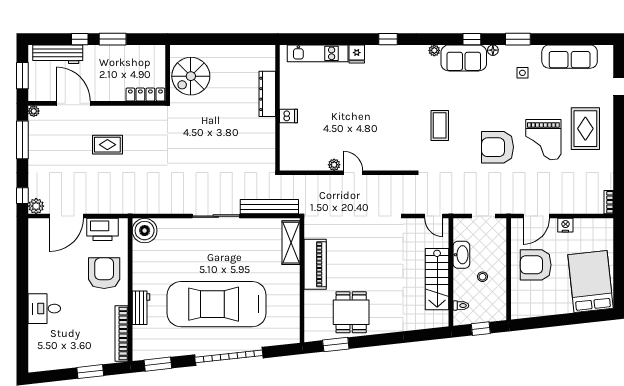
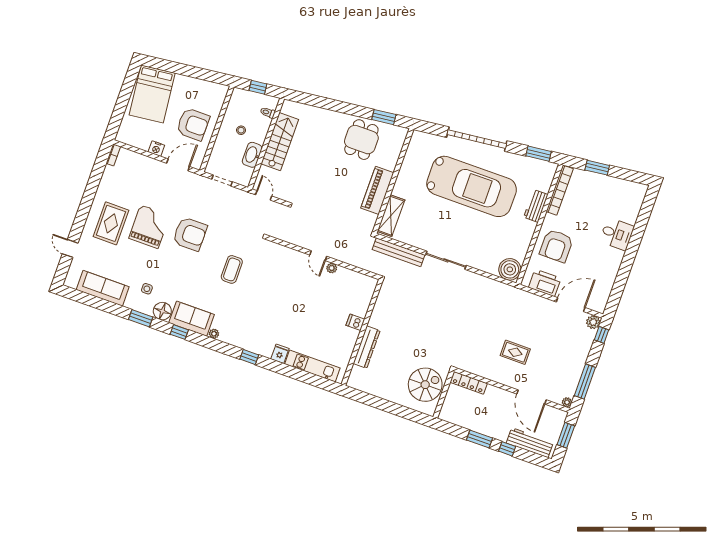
floor lamp: (493, 50) -> (162, 311), width x1.89, depth x1.89

